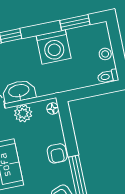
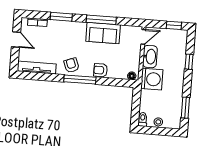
washing machine: (54, 47) -> (152, 79), moved, turned 180
plant: (23, 113) -> (134, 55), removed

